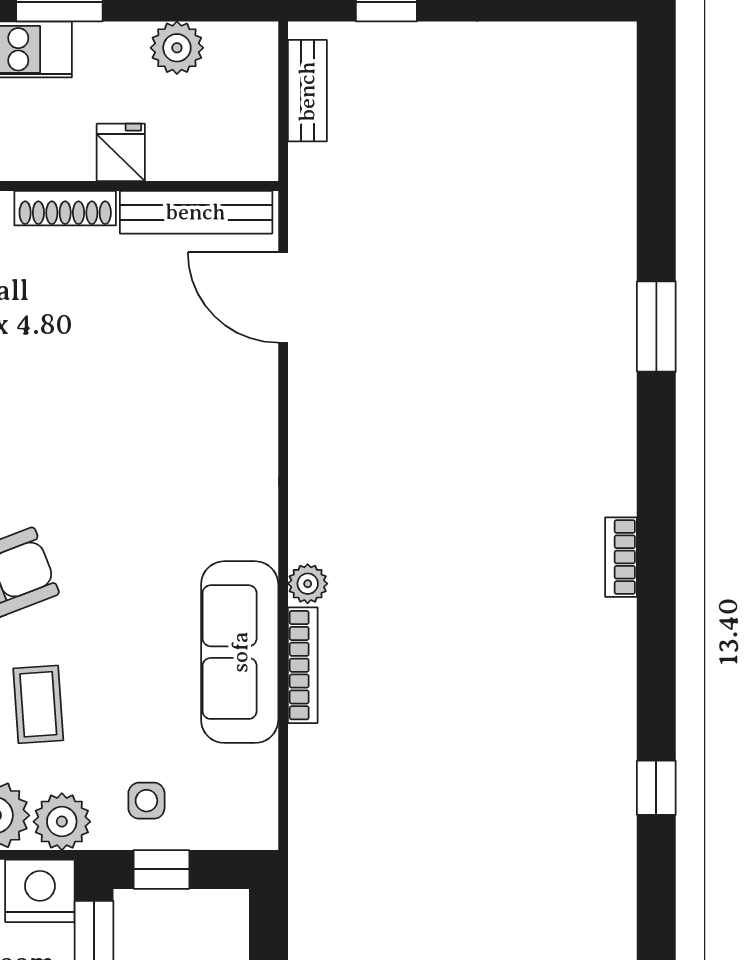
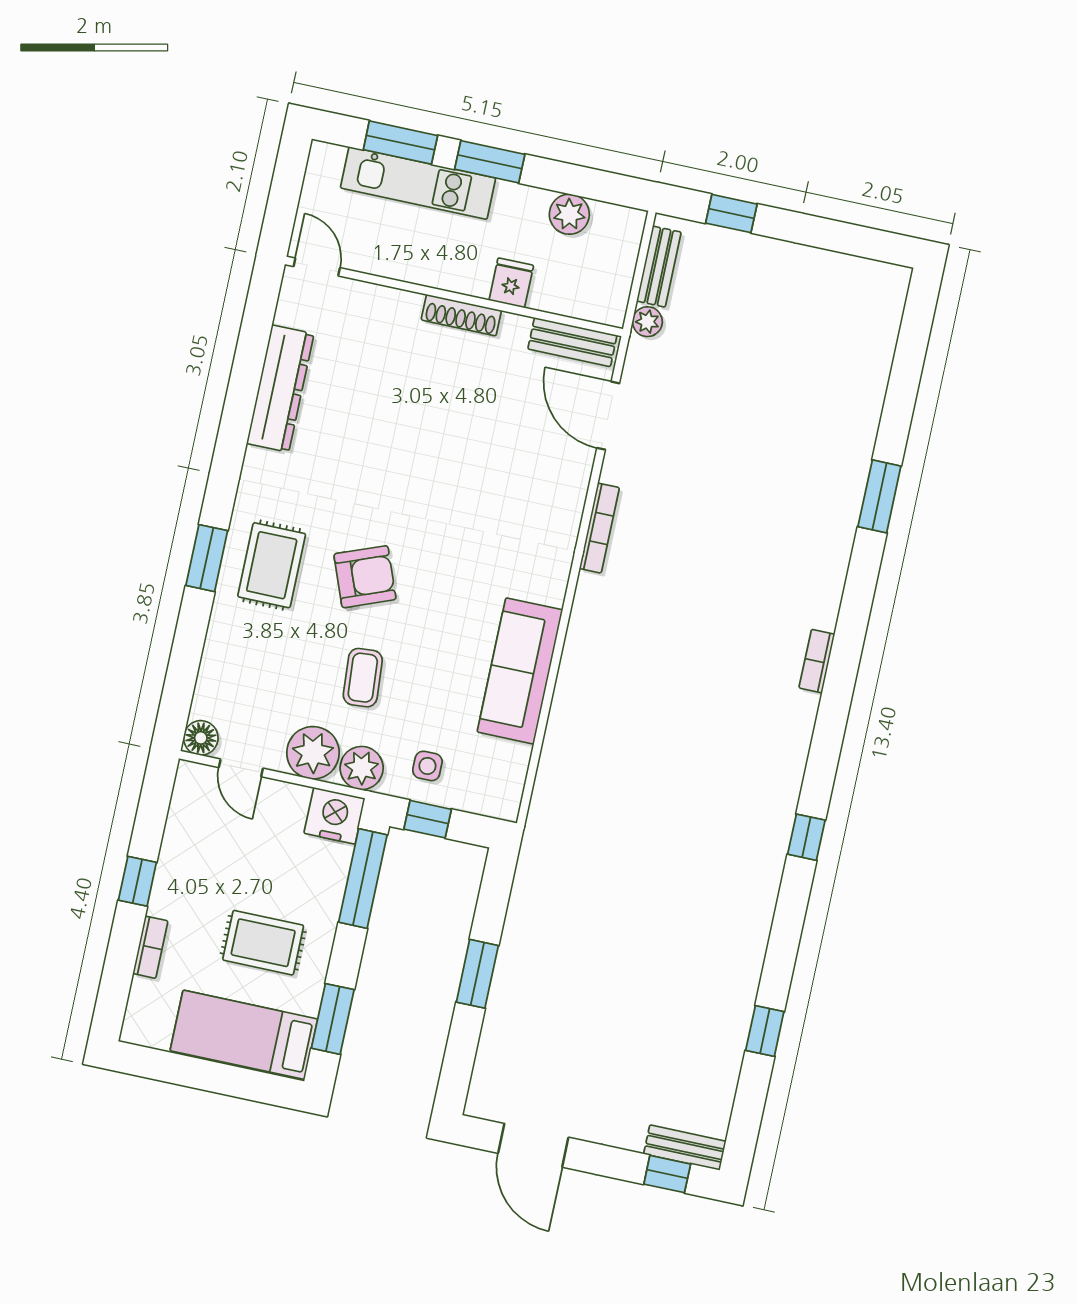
bench: (196, 212) -> (572, 342), width x0.73
plant: (308, 584) -> (647, 322), moved
bookcase: (303, 665) -> (599, 528), moved

